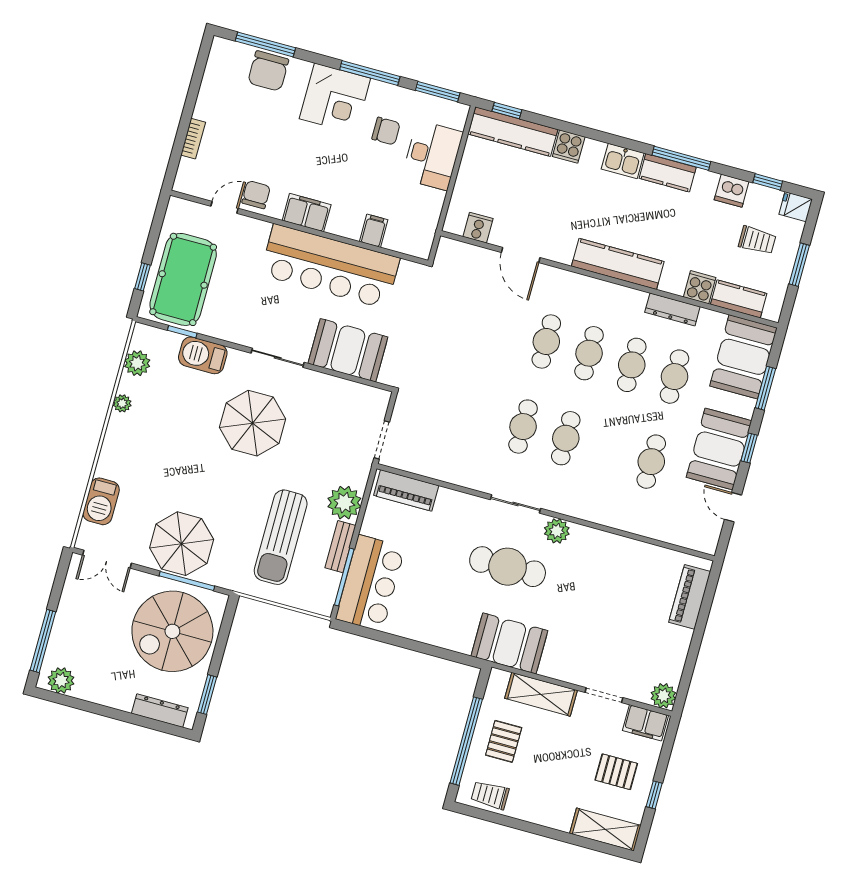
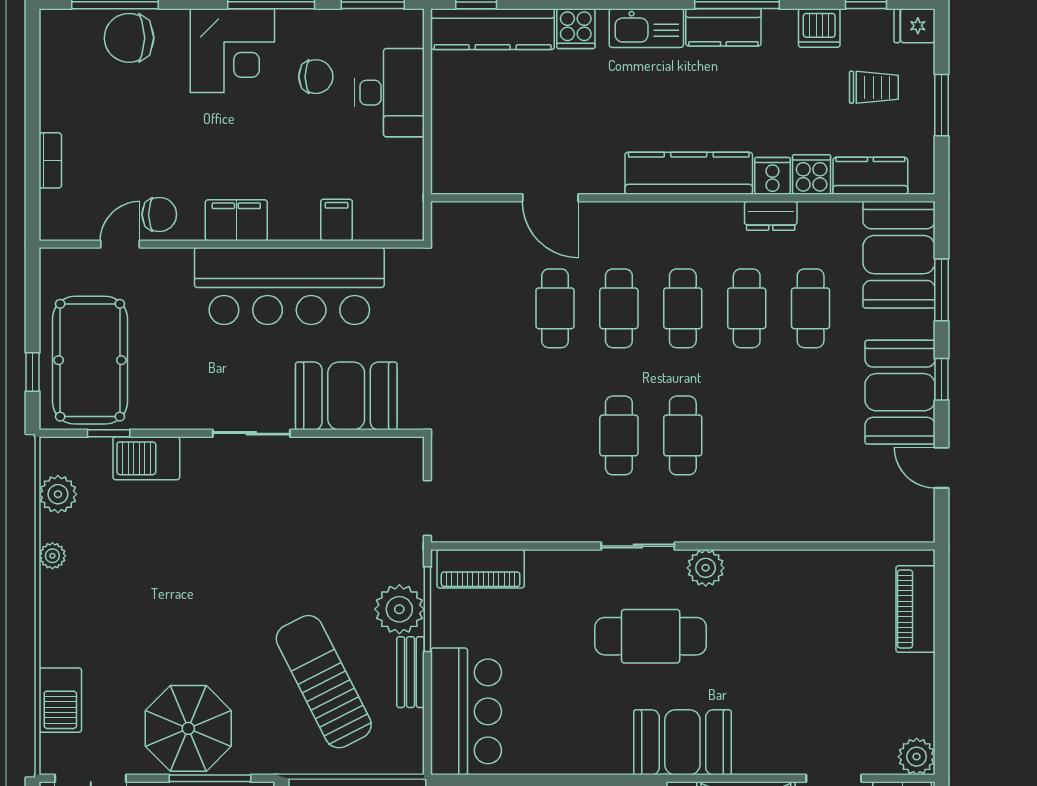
chair: (268, 71) -> (129, 38), turned 90
kitchen sink: (623, 161) -> (646, 28), width x1.38
chair: (256, 195) -> (159, 214), turned 90
cooker: (478, 228) -> (772, 176), moved
dresser: (672, 309) -> (771, 216), width x0.70
parasol: (253, 423) -> (241, 534), removed
cafe table: (651, 462) -> (555, 308), moved
sun lounger: (281, 537) -> (324, 682), turned 153
window: (344, 577) -> (427, 609), moved

